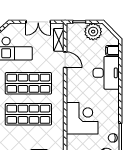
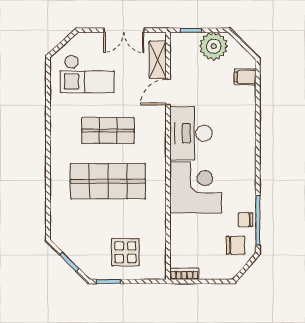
door: (65, 60) -> (168, 92), swing flipped
desk: (106, 73) -> (191, 133), moved, turned 180
shop shelf: (28, 83) -> (108, 131), width x0.70, depth x0.74

